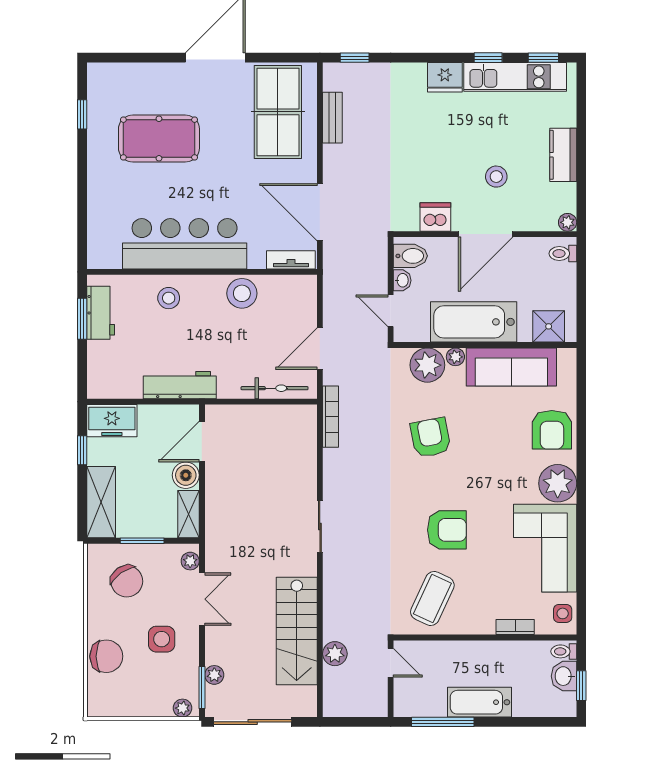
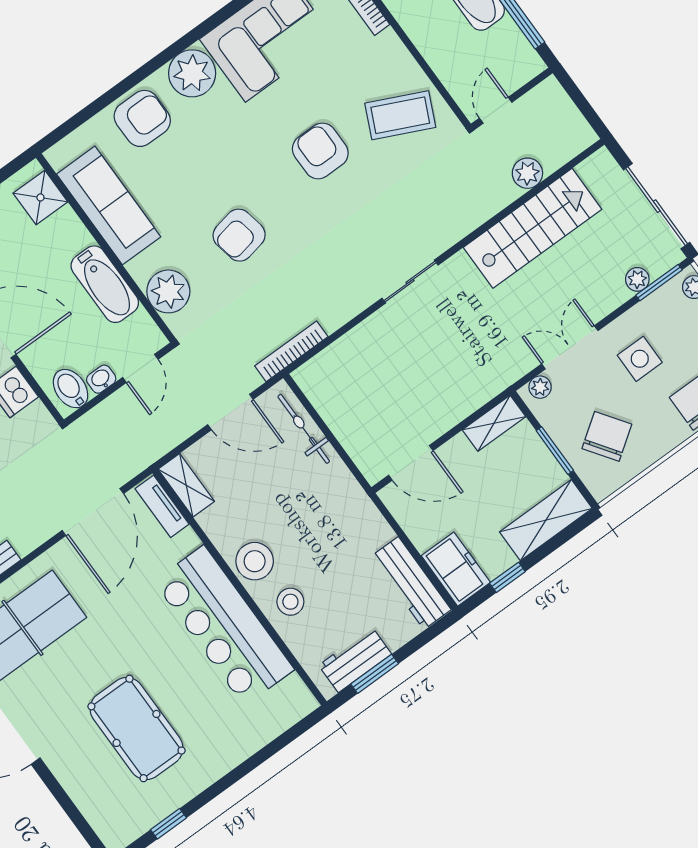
shelving: (293, 285) -> (186, 485), added
stool: (242, 293) -> (255, 561), moved
bathtub: (474, 322) -> (105, 284), width x0.73, depth x0.73
plant: (455, 357) -> (139, 269), removed
workbench: (180, 385) -> (411, 583), moved
boiler: (186, 475) -> (457, 454), removed

